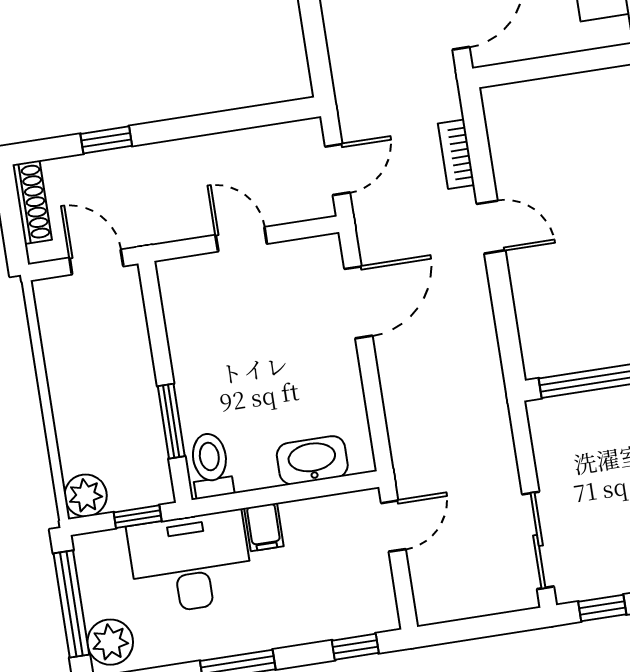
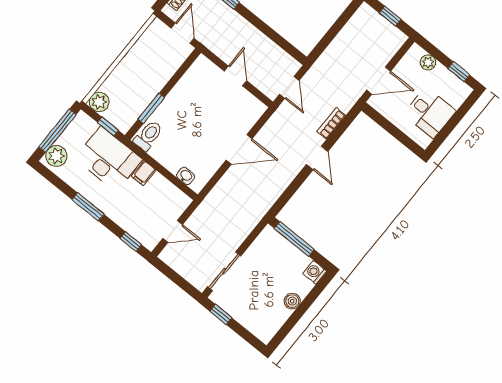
door: (338, 169) -> (289, 87), hinge flipped
door: (358, 302) -> (239, 149), moved
washbasin: (312, 460) -> (186, 176), width x0.52, depth x0.69
door: (393, 526) -> (173, 231), moved

